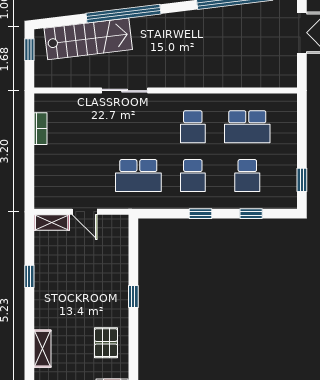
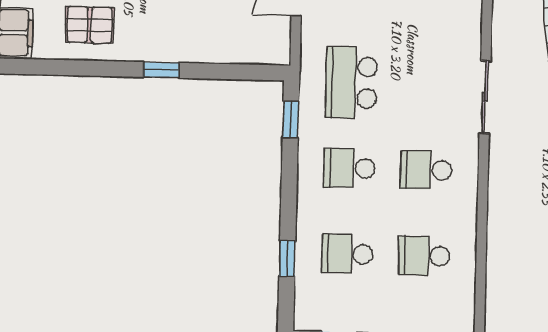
sliding door: (125, 91) -> (485, 97), moved
school desk: (247, 127) -> (424, 256), width x0.54
window: (201, 214) -> (291, 120), moved

